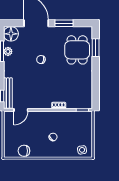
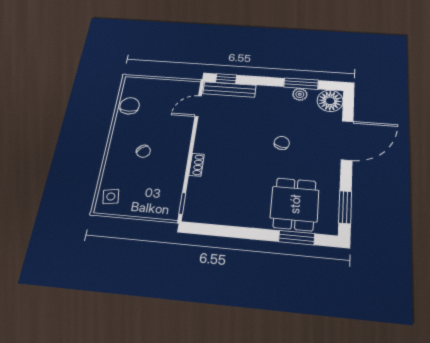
window: (64, 23) -> (345, 207), moved
dining table: (77, 50) -> (295, 204), turned 90
door: (21, 110) -> (198, 106), hinge flipped

